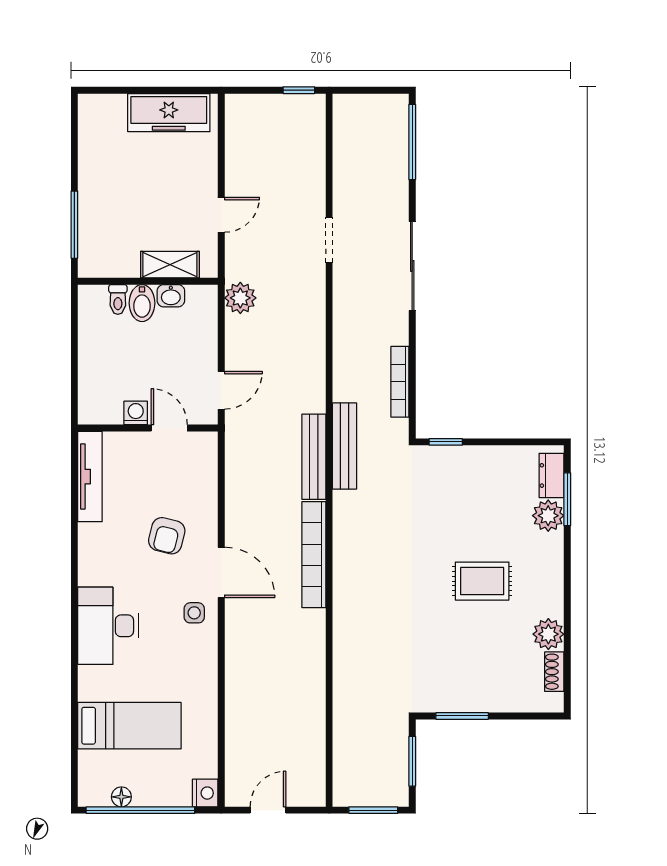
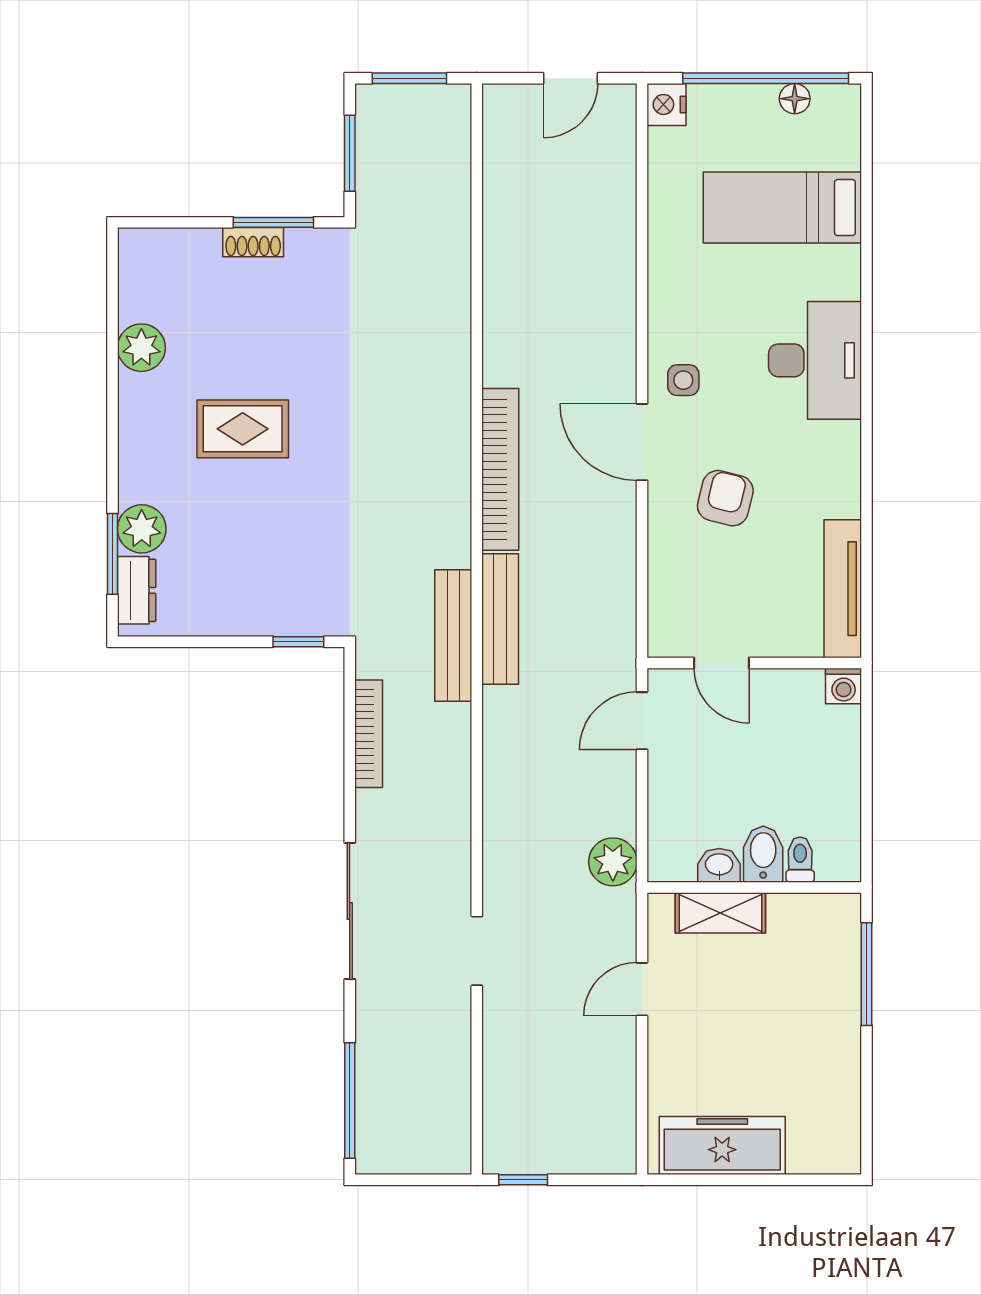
washing machine: (136, 413) -> (844, 686), moved
shoe rack: (554, 672) -> (253, 242), moved, turned 90

